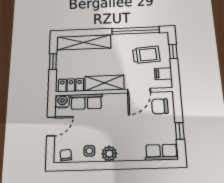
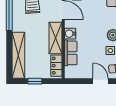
water cooler: (62, 101) -> (70, 34), moved
door: (51, 126) -> (101, 81), moved

